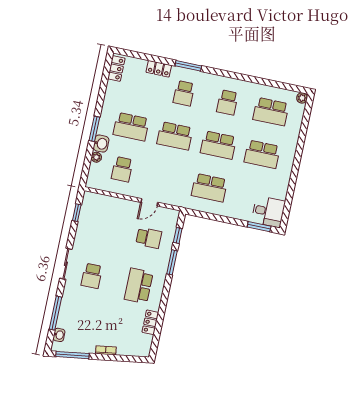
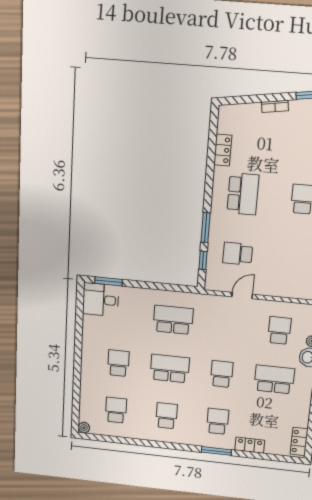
school desk: (271, 112) -> (116, 410), width x0.54
school desk: (175, 136) -> (222, 374), width x0.54
school desk: (262, 154) -> (118, 363), width x0.54

